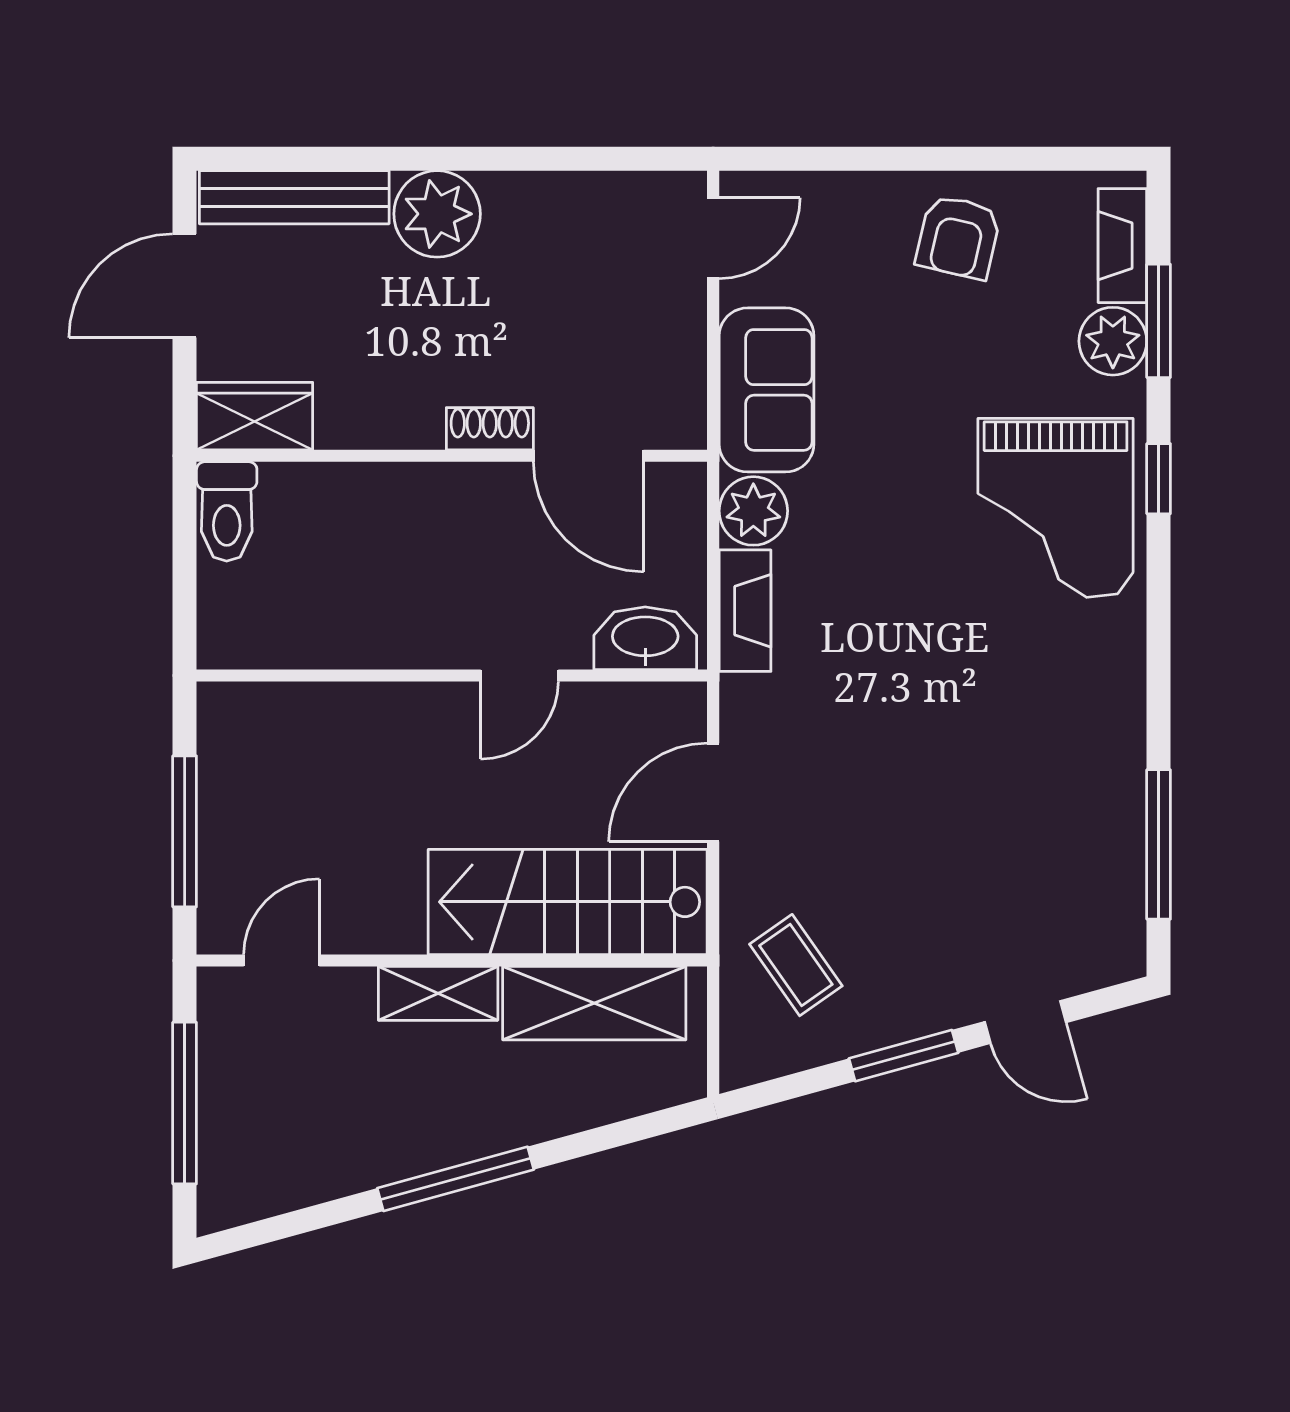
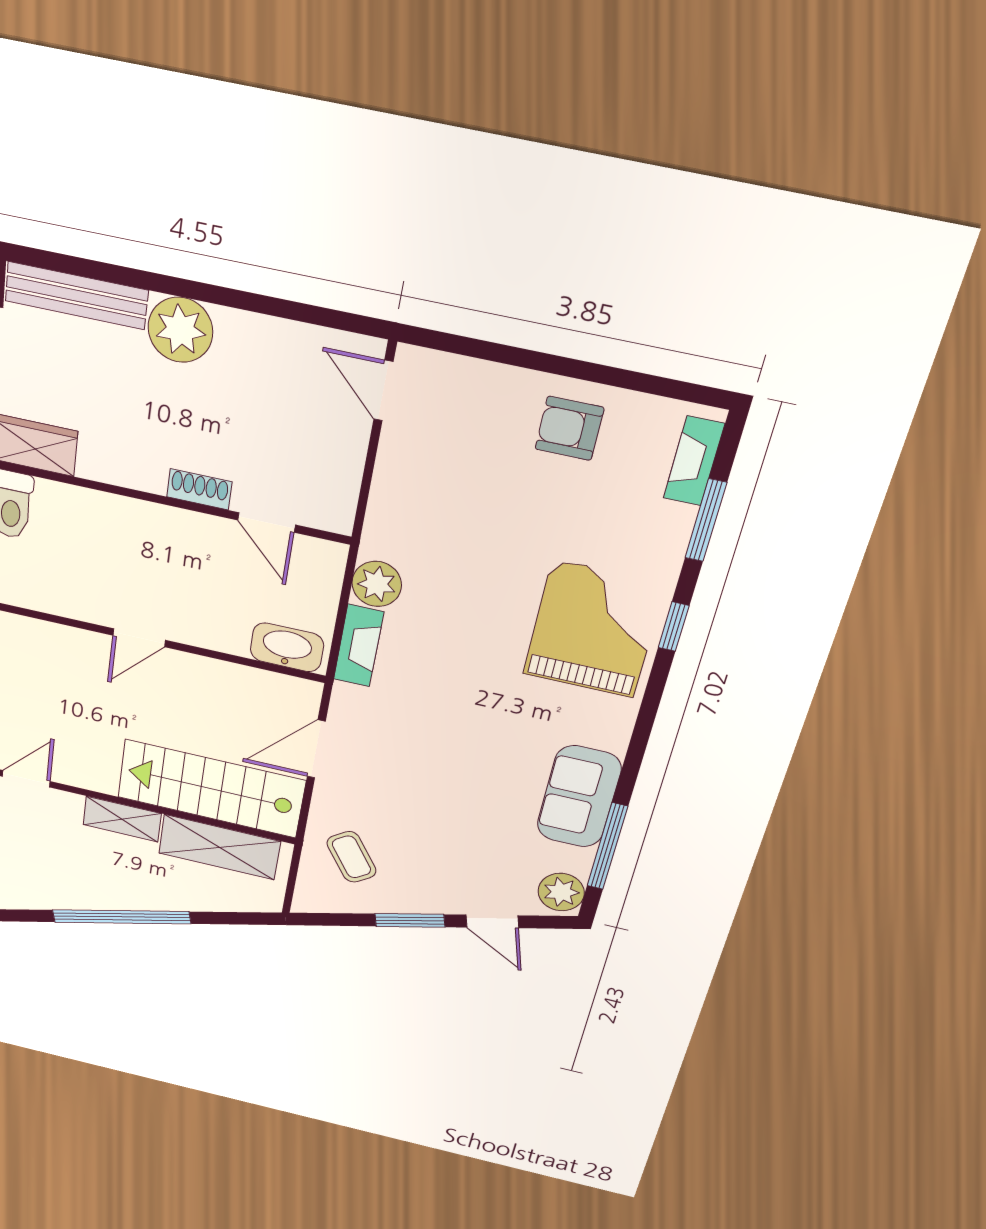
armchair: (958, 237) -> (569, 428), turned 77
door: (713, 238) -> (383, 391), swing flipped
plant: (1113, 341) -> (561, 892), moved
sofa: (767, 390) -> (579, 797), moved, turned 180
door: (588, 456) -> (267, 522), width x0.73
grand piano: (1056, 508) -> (593, 629), turned 180
door: (520, 675) -> (139, 638), moved
window: (456, 1179) -> (121, 917), width x1.46

